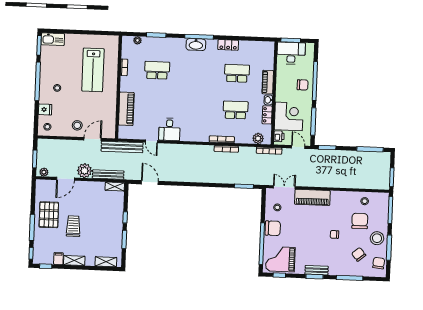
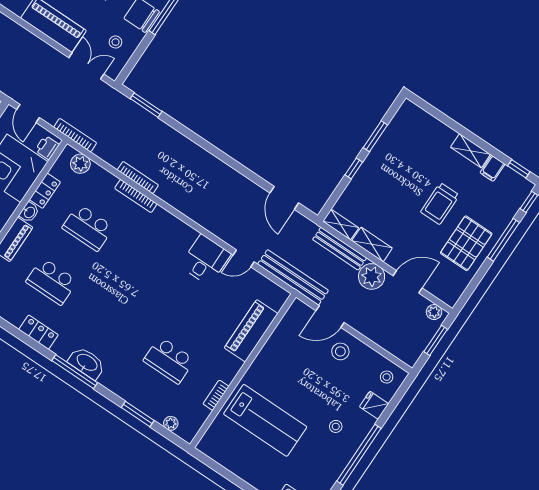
lab bench: (93, 70) -> (265, 420), turned 90
door: (151, 141) -> (244, 258), swing flipped
double door: (284, 187) -> (86, 66), swing flipped
shelving: (106, 262) -> (372, 244), moved

